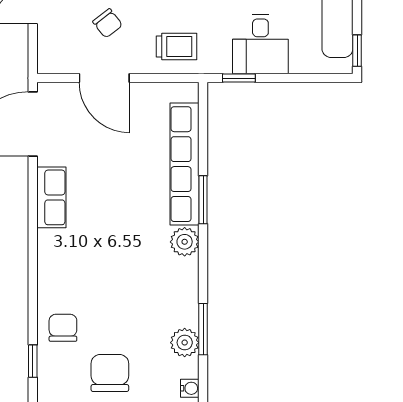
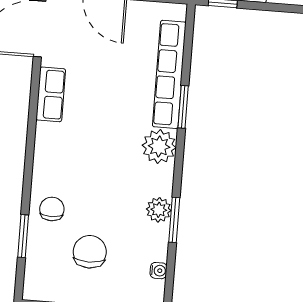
plant: (185, 242) -> (159, 146), width x1.36, depth x1.36
plant: (185, 343) -> (159, 210), moved
window: (33, 361) -> (23, 236), width x1.50

